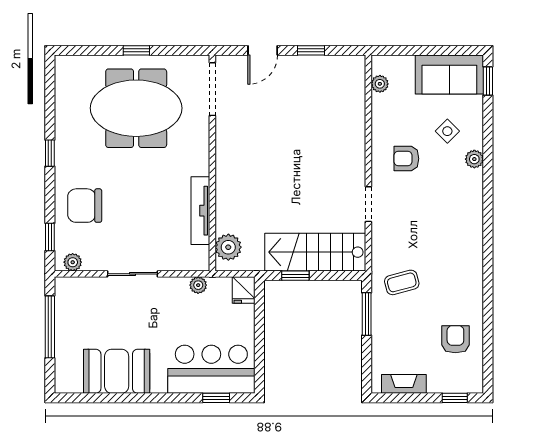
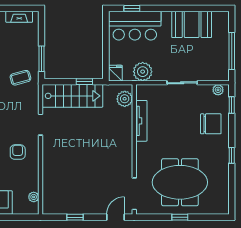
door: (263, 50) -> (116, 217), moved
armchair: (406, 159) -> (18, 152), turned -90
plant: (198, 285) -> (143, 72), width x1.87, depth x1.87

